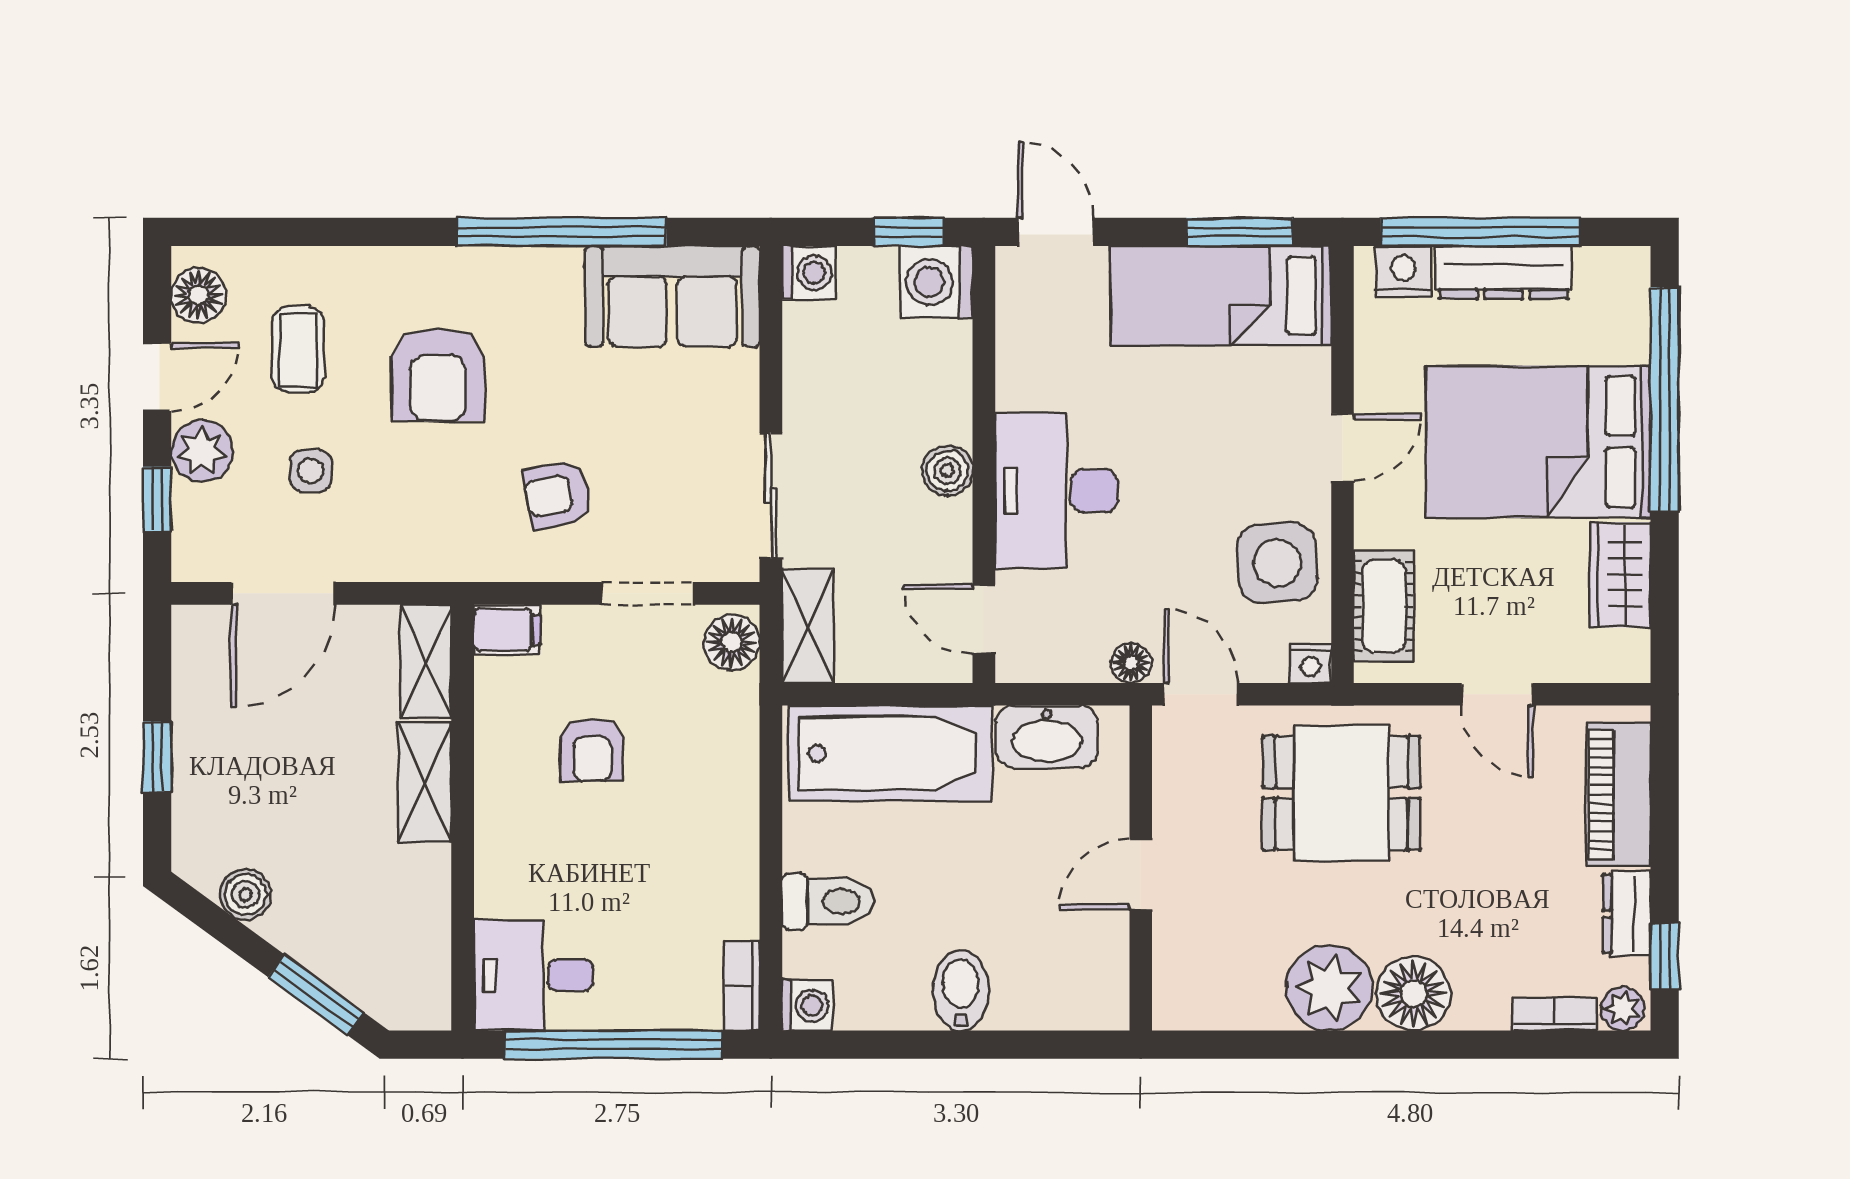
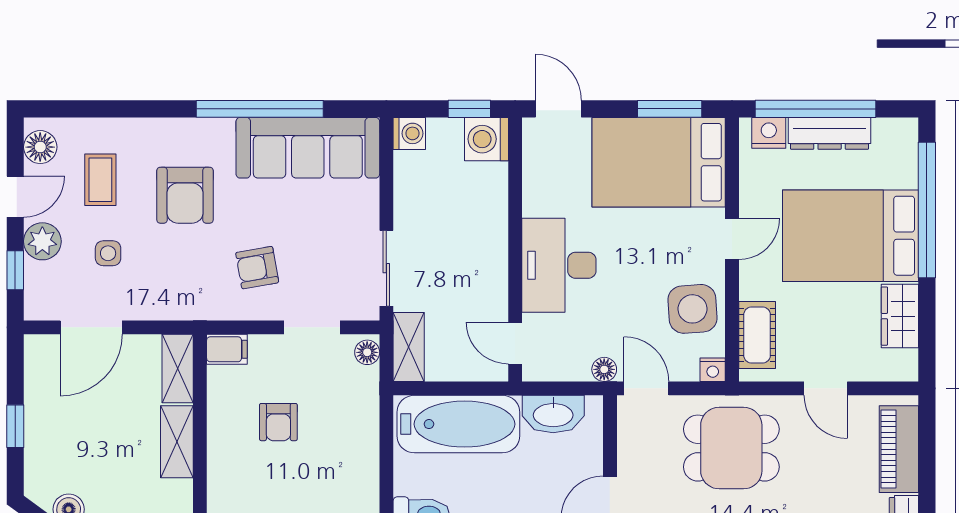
sofa: (672, 296) -> (308, 148), width x1.36
bed: (1221, 296) -> (659, 162), width x1.50
boiler: (947, 471) -> (493, 253), removed
floor lamp: (732, 642) -> (367, 352), width x0.73, depth x0.73

